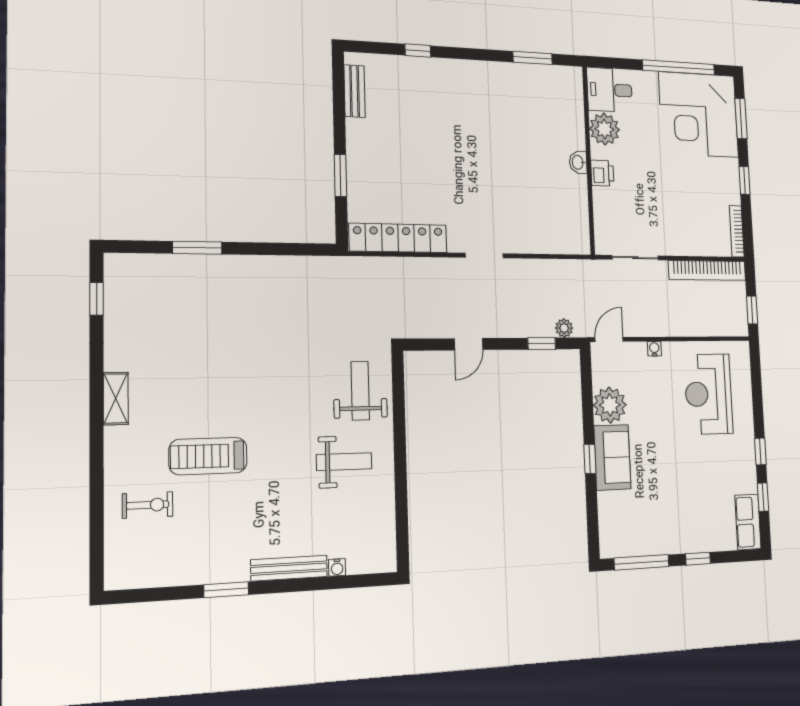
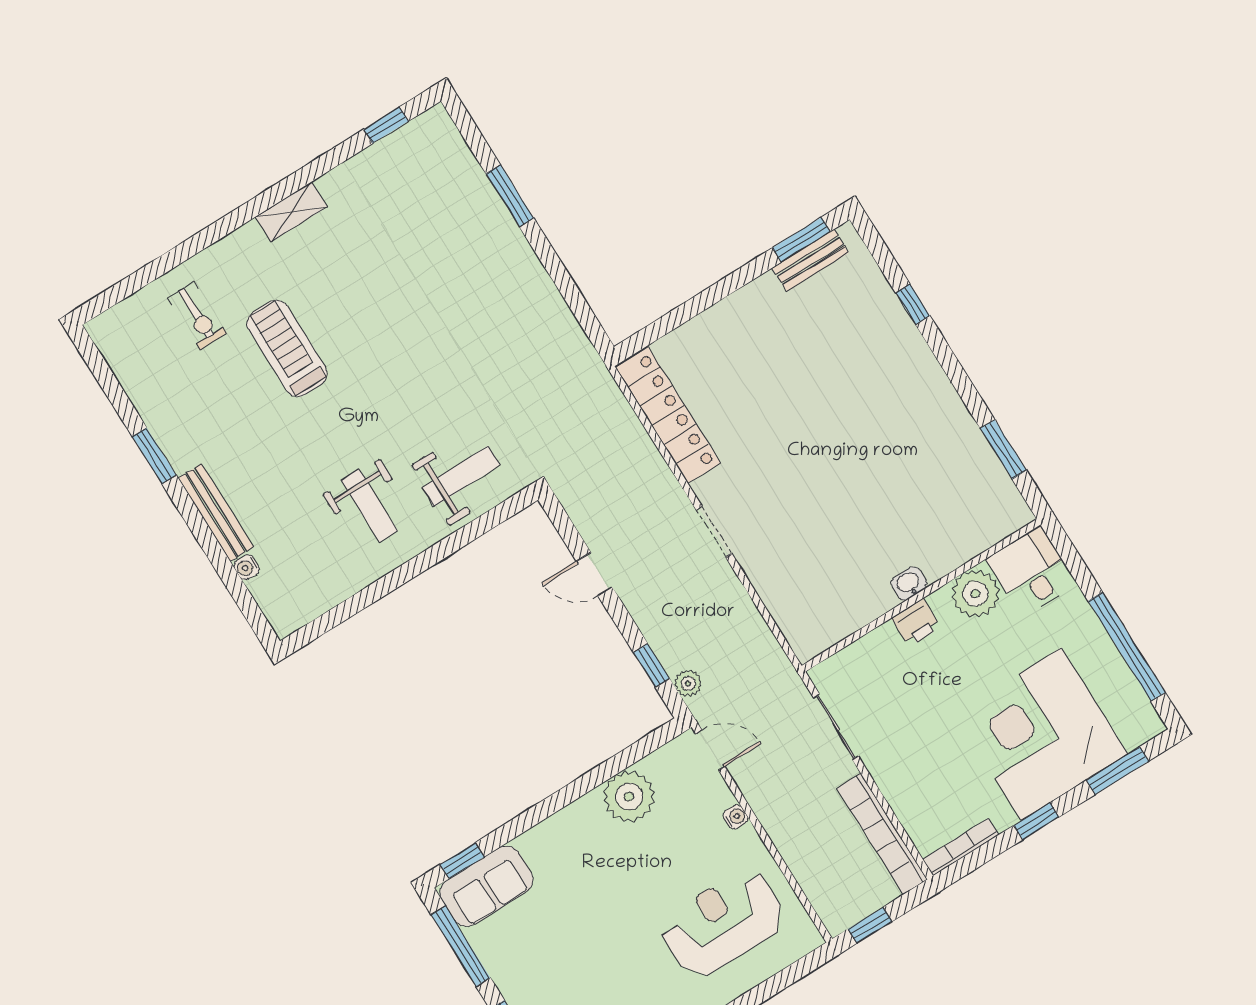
corner desk: (699, 115) -> (1041, 734), moved
window: (340, 176) -> (801, 240), moved
sofa: (612, 457) -> (486, 886), moved
window: (590, 459) -> (462, 861), moved

